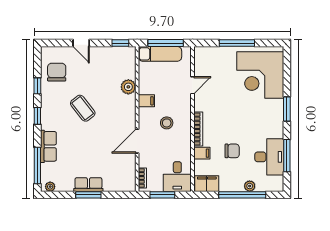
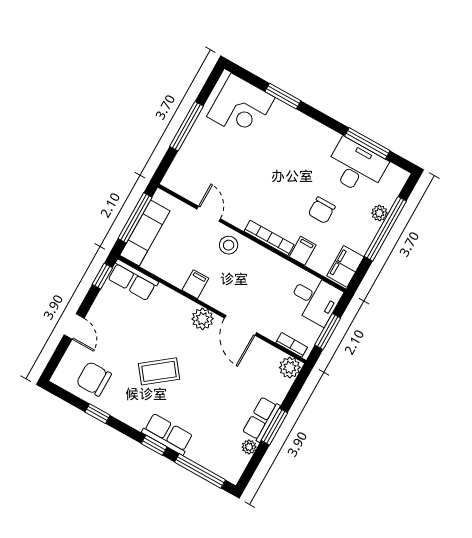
door: (81, 43) -> (74, 326), hinge flipped
row of seats: (128, 62) -> (133, 280), added
corner desk: (260, 75) -> (241, 107), width x0.74, depth x0.74
plant: (128, 87) -> (203, 319), moved
window: (287, 109) -> (283, 96), moved
window: (37, 116) -> (154, 445), moved
stool: (167, 123) -> (229, 245), moved
row of seats: (48, 146) -> (168, 434), moved
chair: (232, 151) -> (322, 210), turned 180
plant: (129, 184) -> (290, 367), added
plant: (50, 187) -> (249, 447), moved

